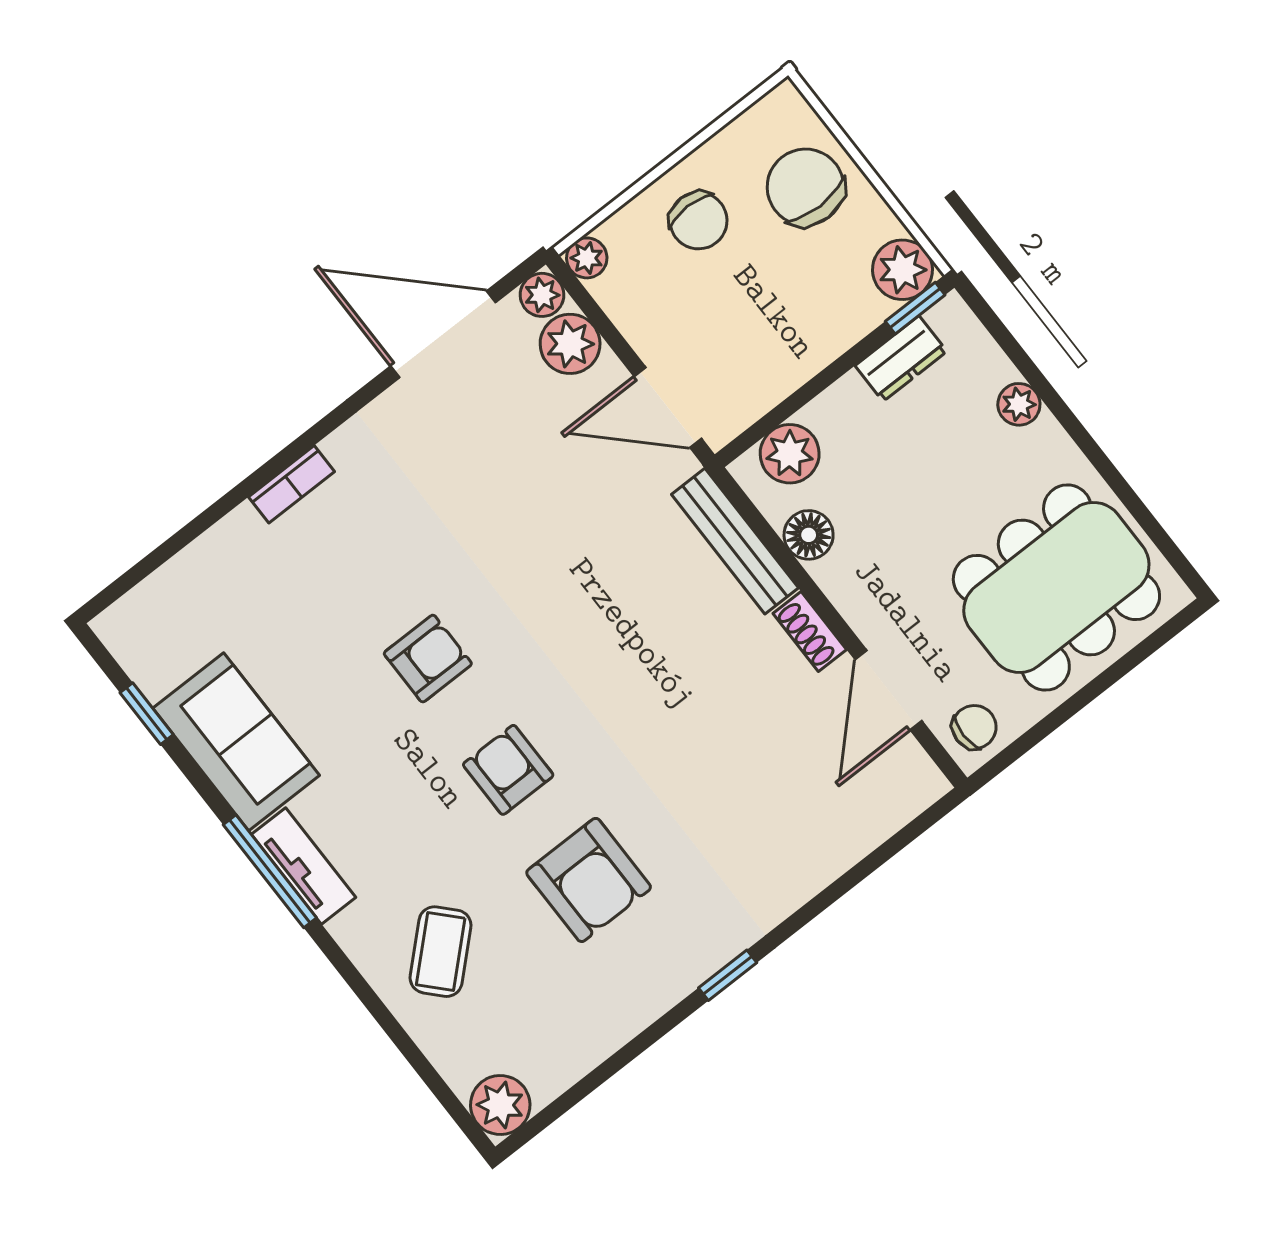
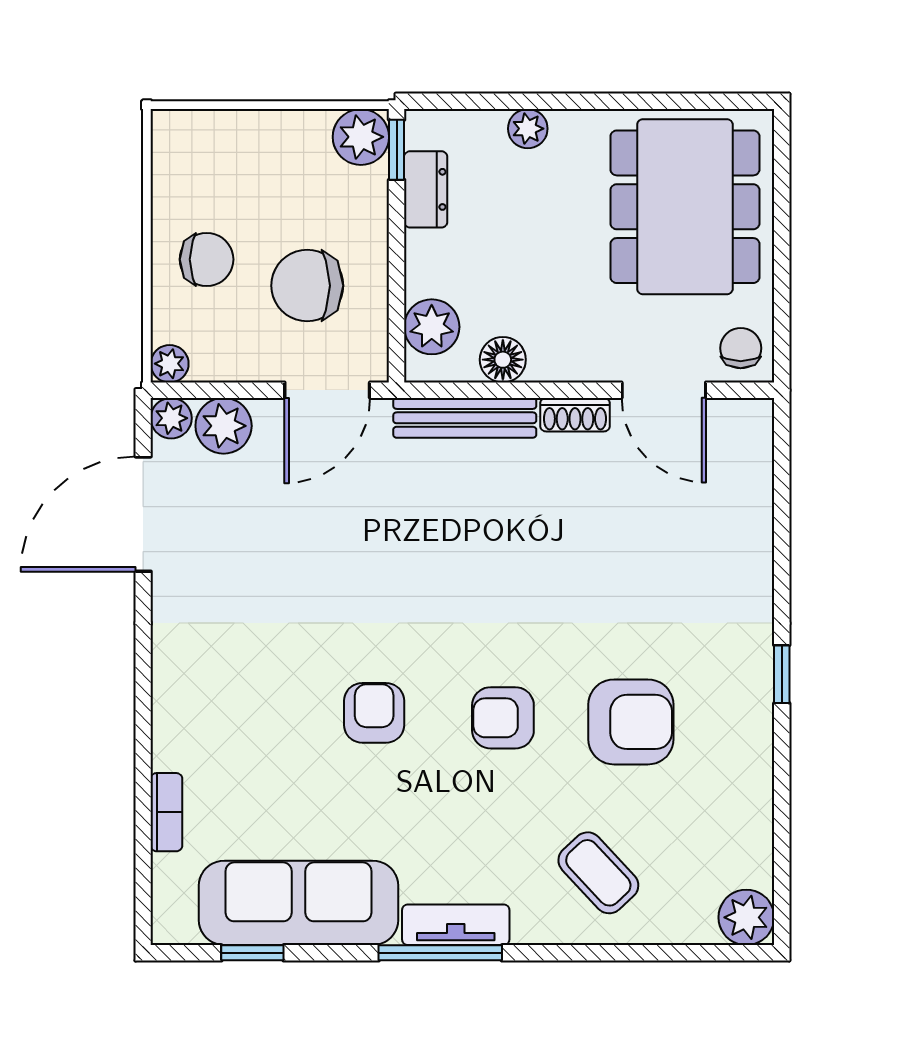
chair: (805, 187) -> (307, 286), moved
bookcase: (292, 484) -> (166, 812), moved
sofa: (236, 742) -> (299, 903), width x1.36

